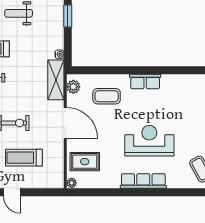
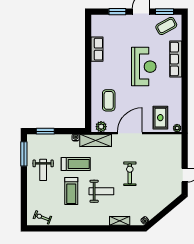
row of seats: (145, 82) -> (97, 49), moved
reception desk: (149, 141) -> (144, 67), turned 180
treadmill: (24, 158) -> (76, 164), moved, turned -90
row of seats: (143, 181) -> (176, 59), moved

